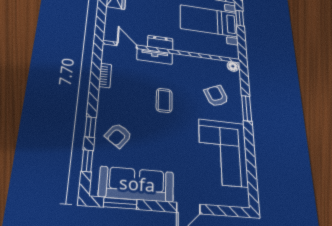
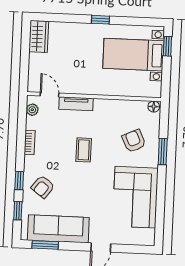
dresser: (160, 43) -> (82, 88), removed
plant: (108, 57) -> (32, 110), added
bookcase: (105, 75) -> (30, 143), moved

